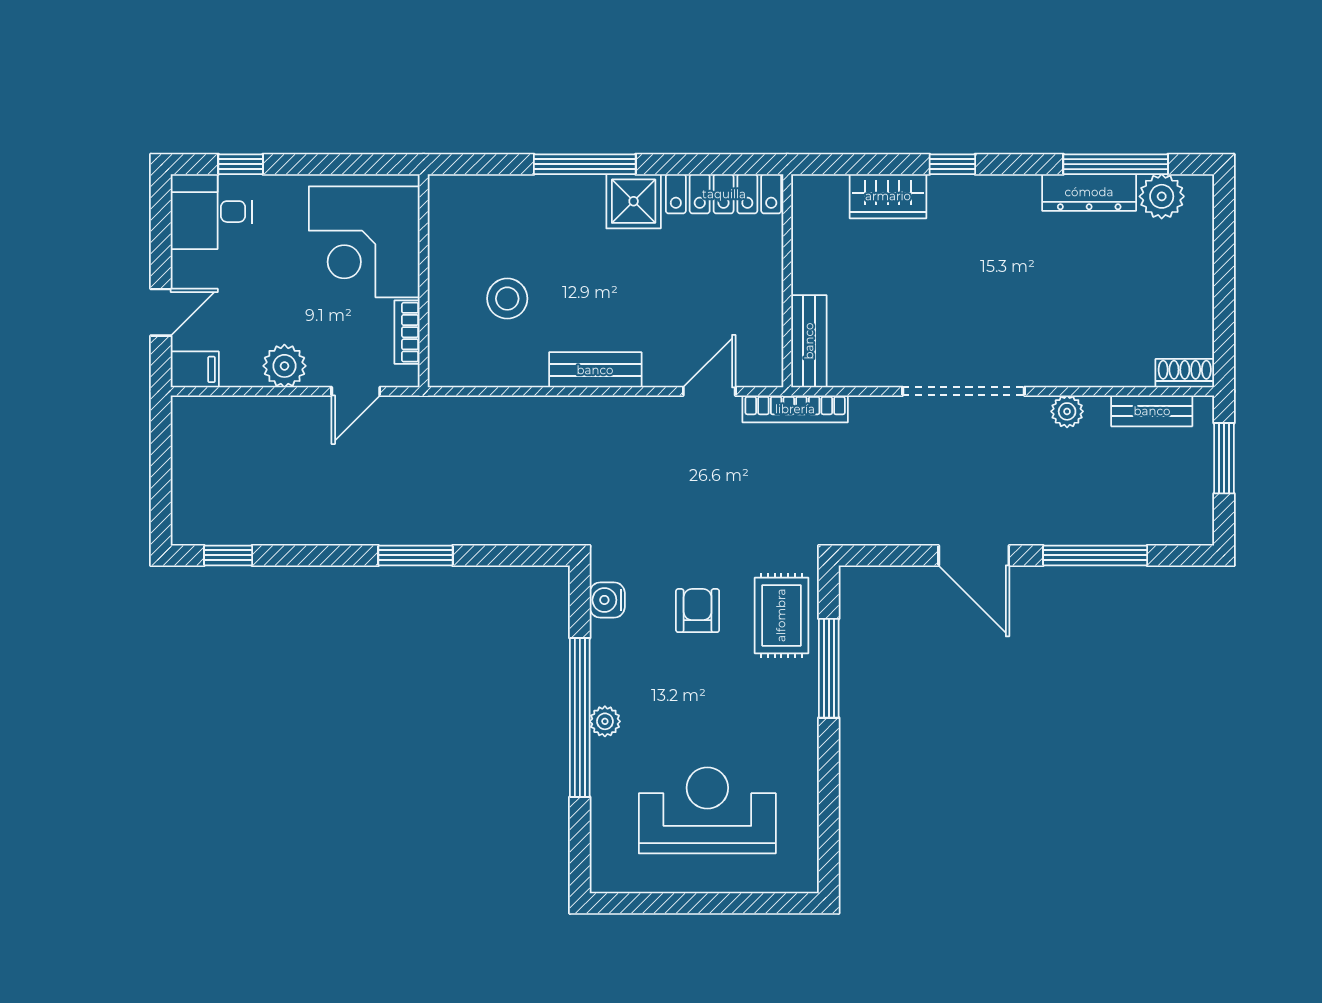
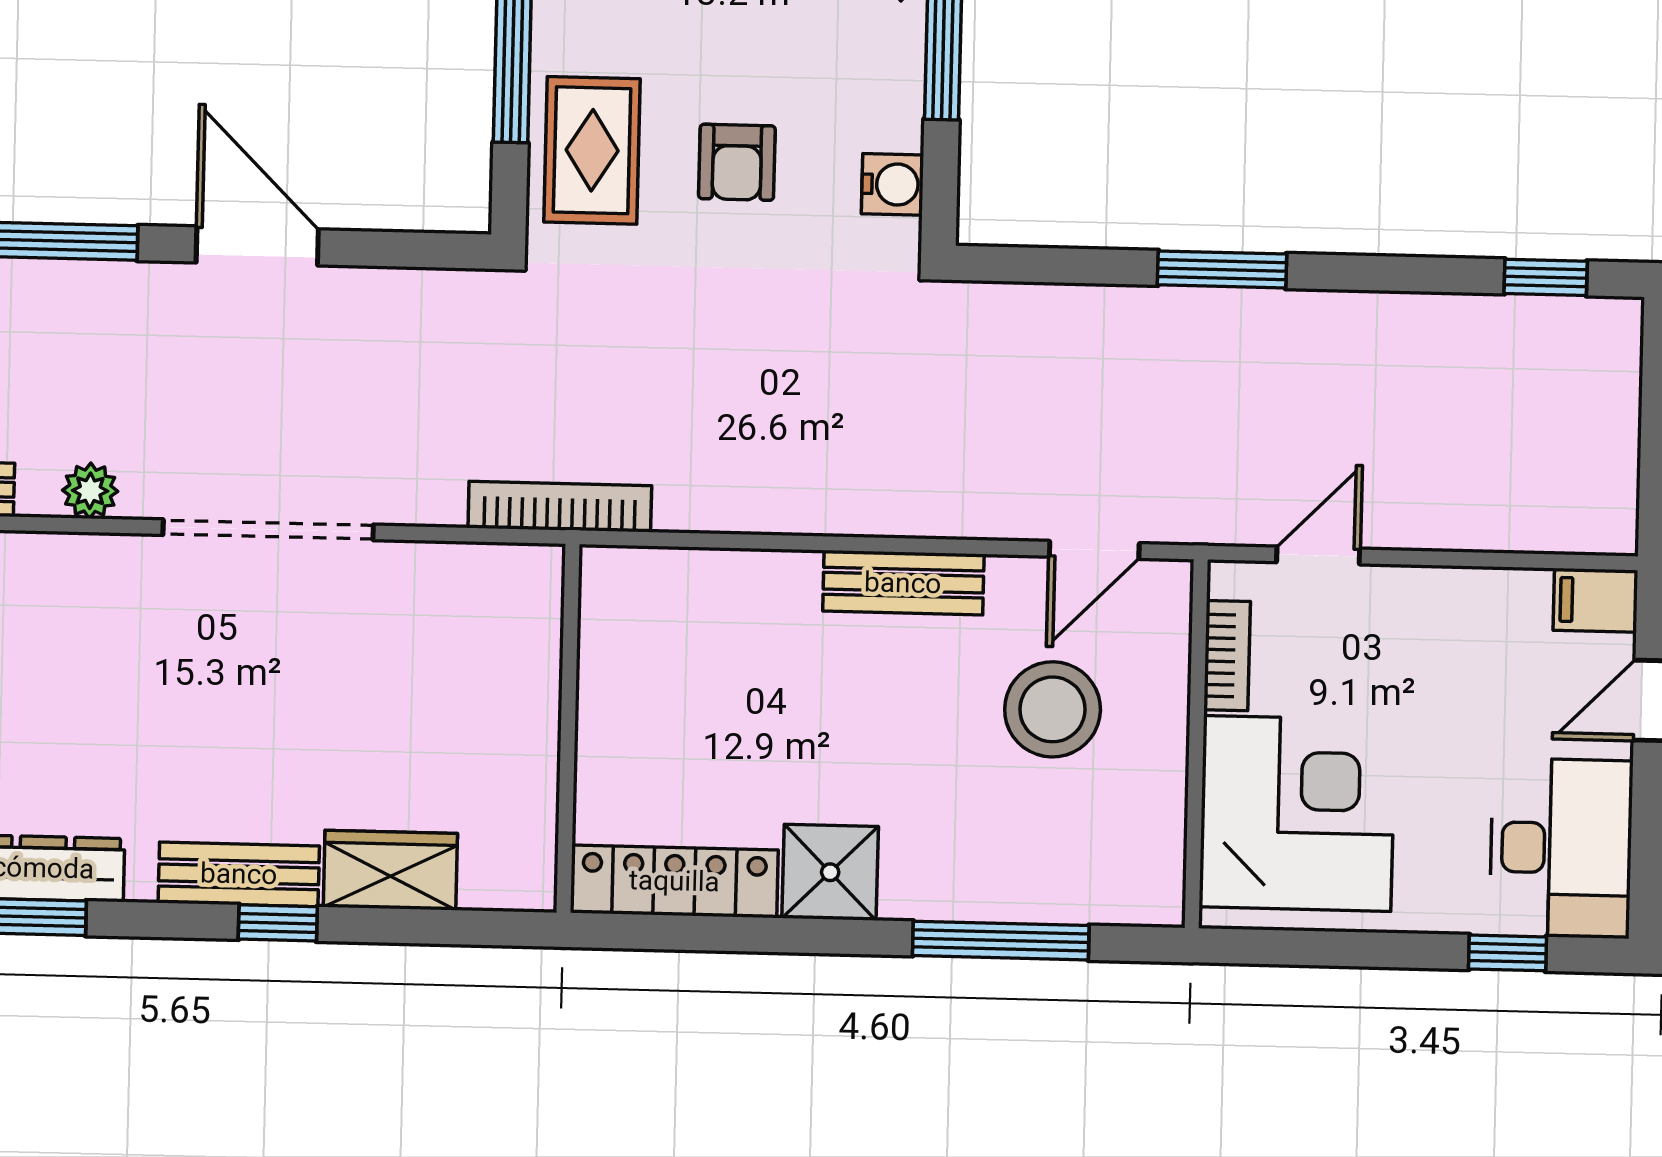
window: (585, 164) -> (1001, 941), moved
desk: (211, 212) -> (1561, 848), width x1.37
stool: (507, 299) -> (1053, 709), width x1.38, depth x1.38
bench: (809, 341) -> (239, 874), moved, turned 90
plant: (284, 366) -> (1440, 602), removed
door: (709, 391) -> (1094, 550), moved

